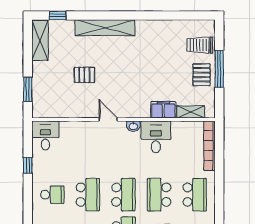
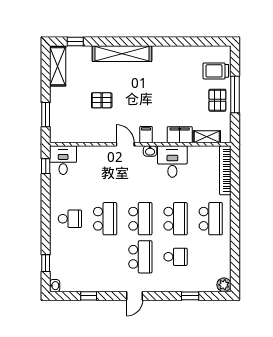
filing cabinet: (129, 110) -> (146, 135), added
window: (28, 165) -> (46, 166), moved
school desk: (159, 195) -> (176, 219), turned 180

